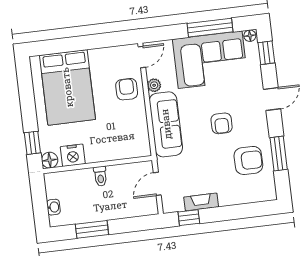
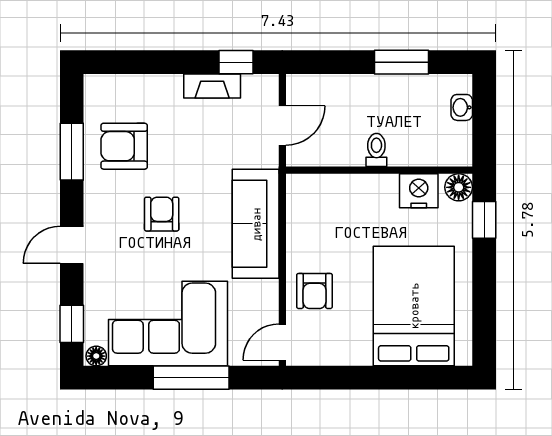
window: (210, 28) -> (191, 378), moved
plant: (154, 85) -> (267, 292), removed

